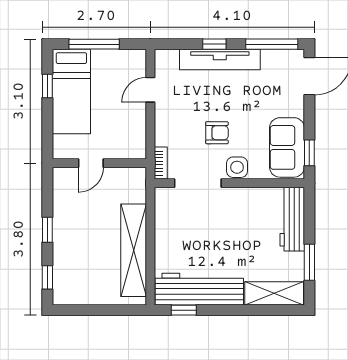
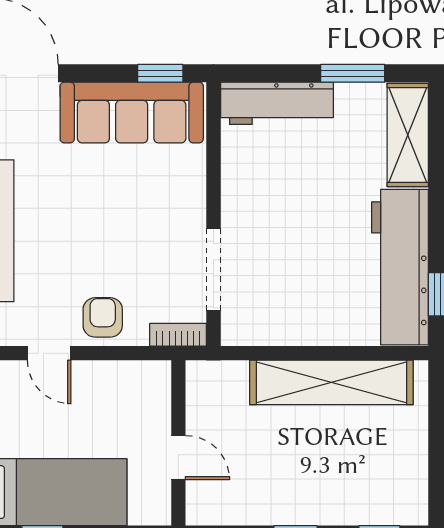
armchair: (217, 133) -> (103, 317), moved
sofa: (287, 147) -> (132, 113), width x1.36
side table: (237, 167) -> (185, 200), removed

